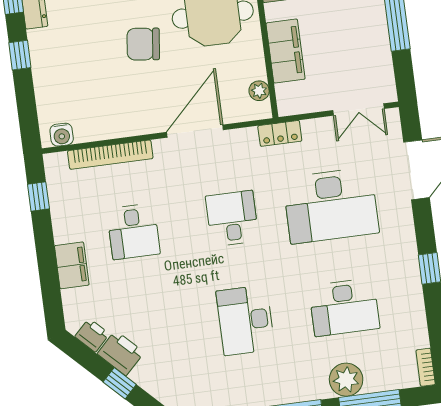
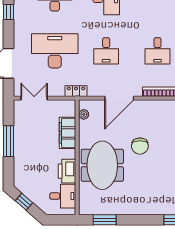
chair: (143, 44) -> (140, 146), turned 83
desk: (133, 231) -> (157, 51), turned 180

